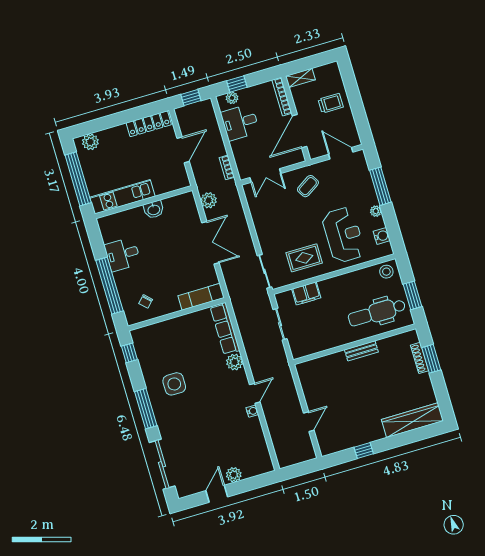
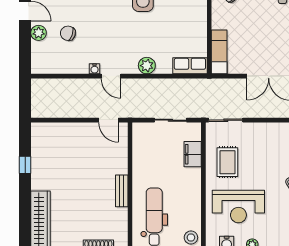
row of seats: (225, 329) -> (190, 66), width x0.68
door: (309, 422) -> (108, 120), moved
chair: (226, 447) -> (68, 33), added

